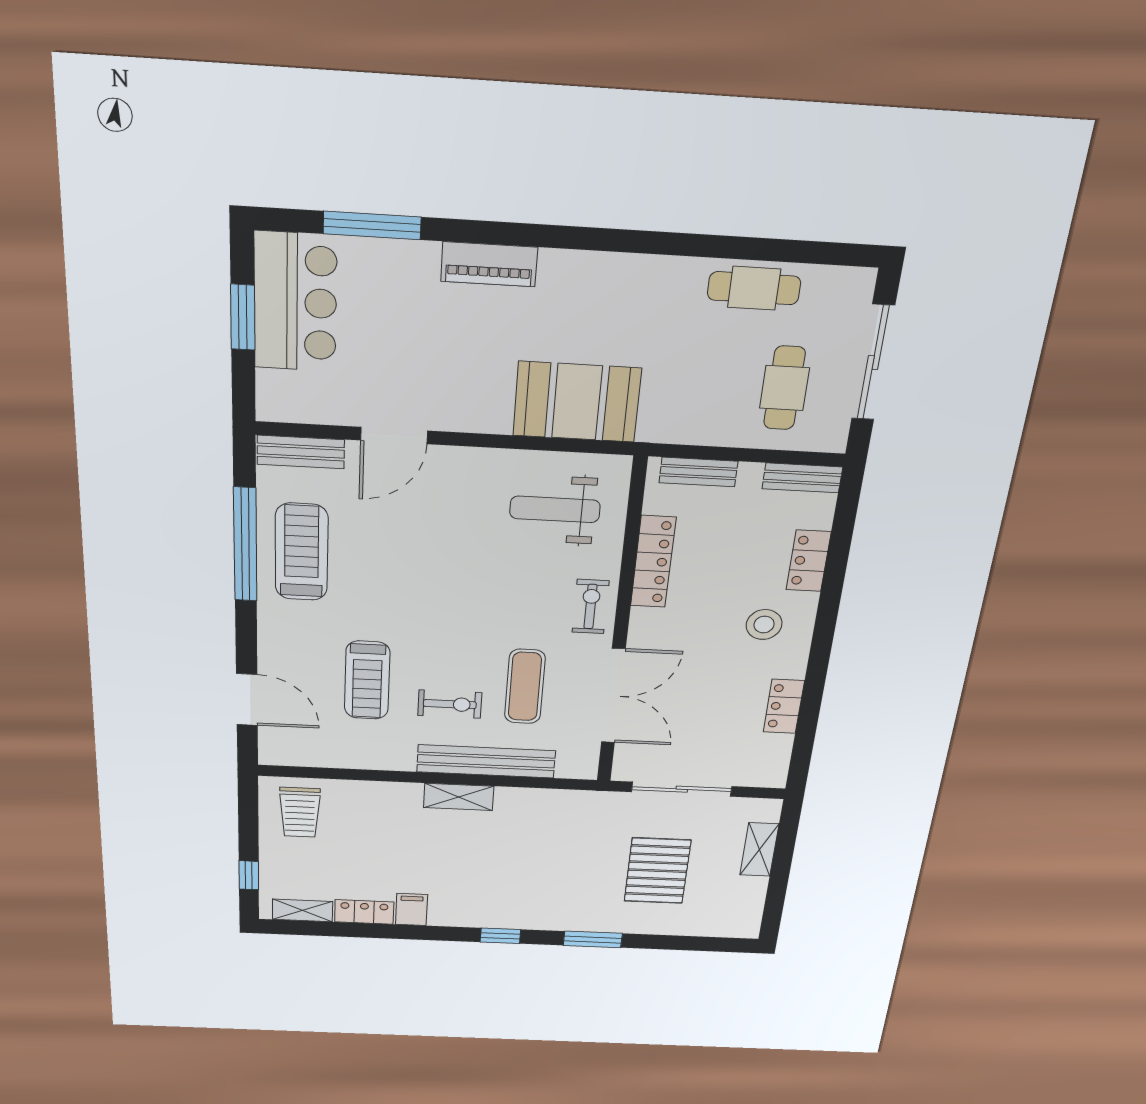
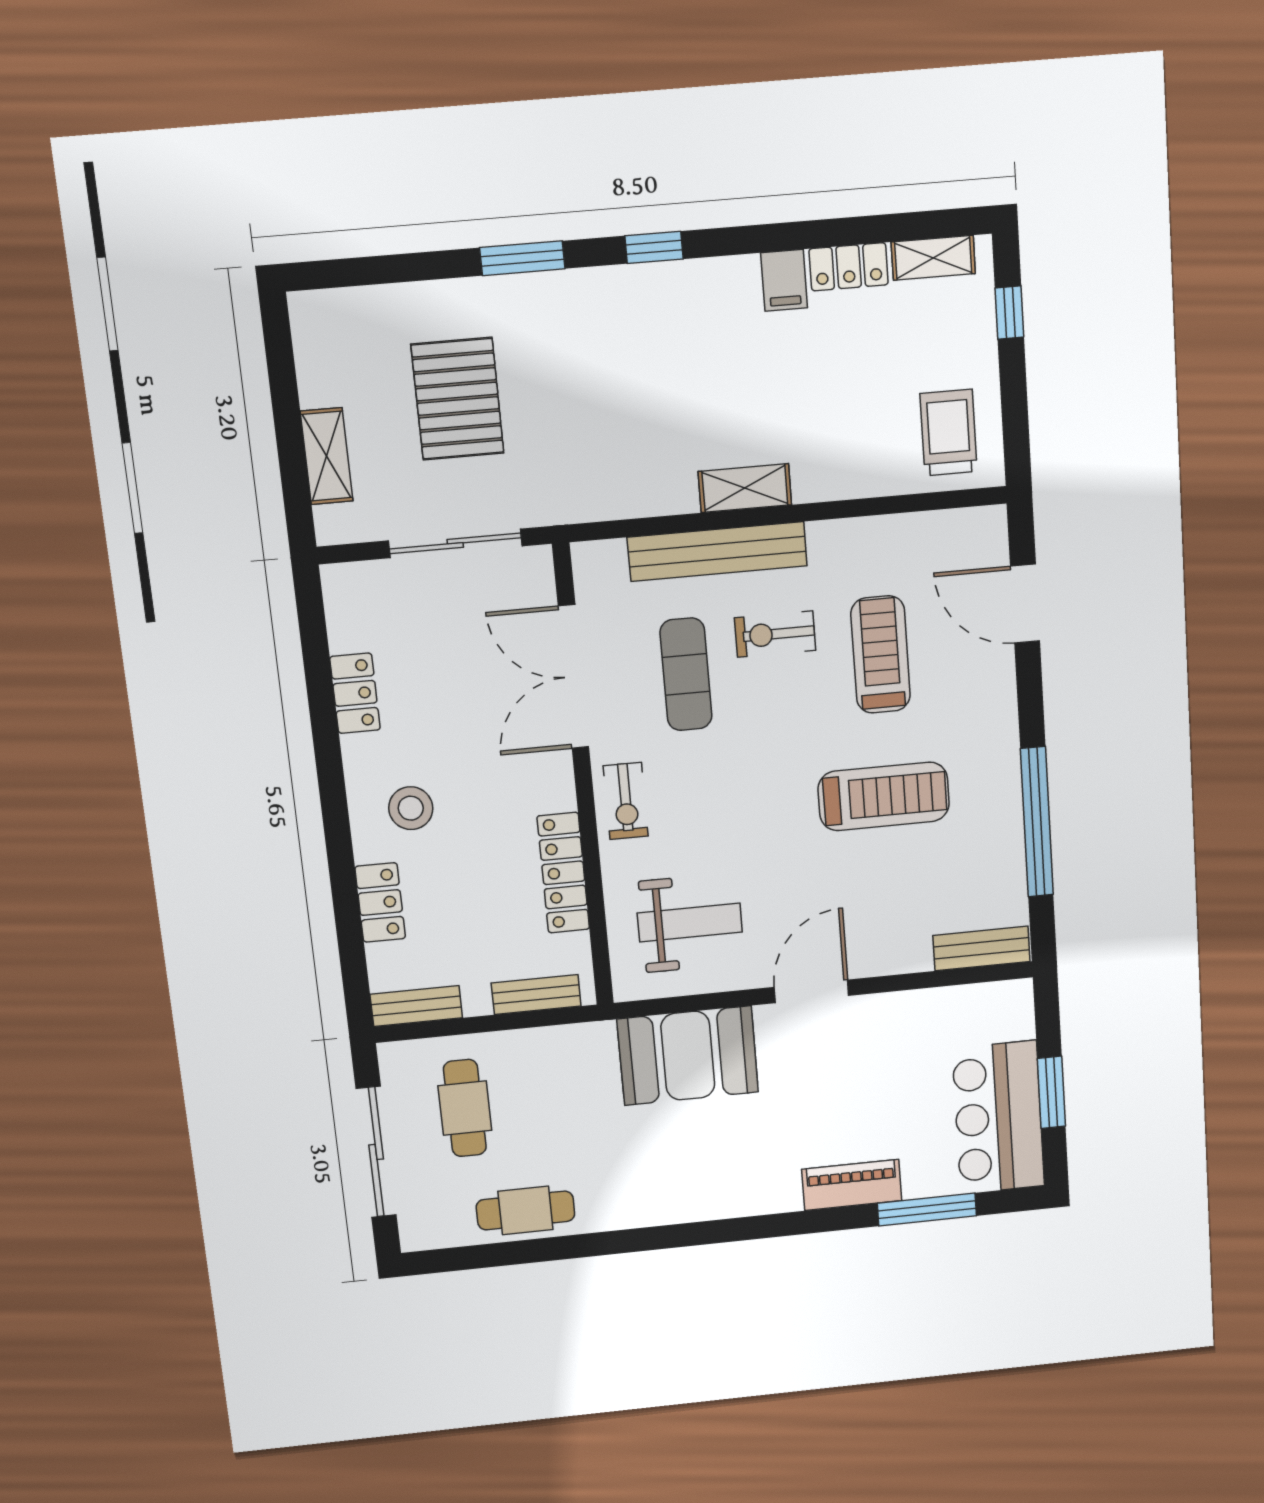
piano: (489, 264) -> (852, 1185), moved
door: (394, 436) -> (812, 991), moved
treadmill: (302, 552) -> (884, 796), moved, turned -90

